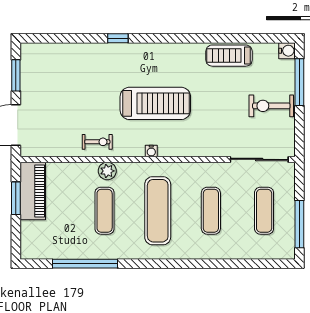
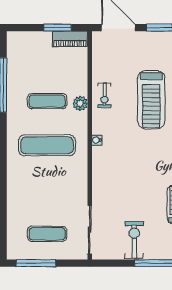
treadmill: (155, 103) -> (151, 100), moved
piano: (33, 191) -> (70, 39), width x0.73, depth x0.75
exercise mat: (211, 211) -> (47, 190), removed

